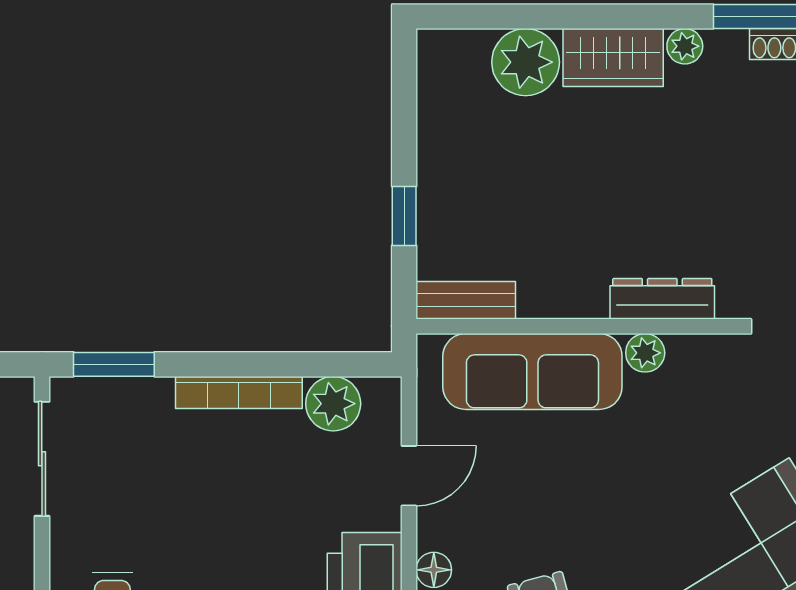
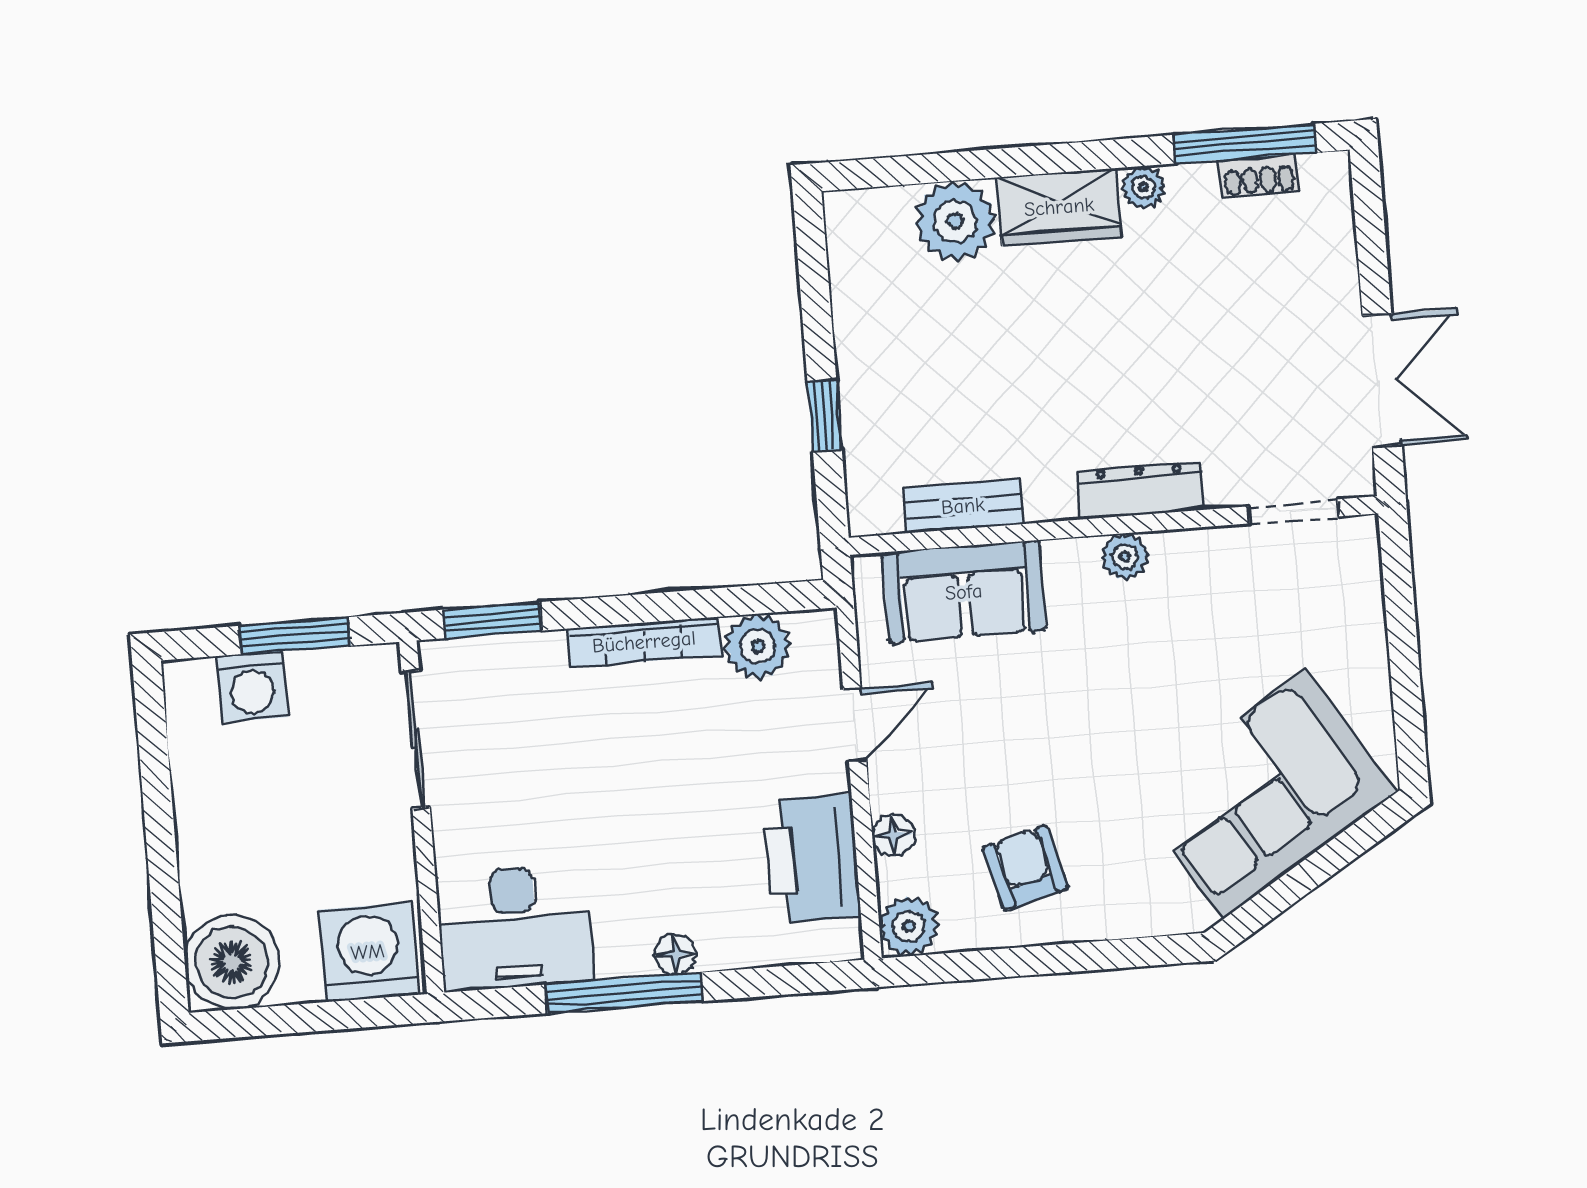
bench: (466, 300) -> (963, 506), moved
sofa: (532, 371) -> (964, 592), width x0.73

